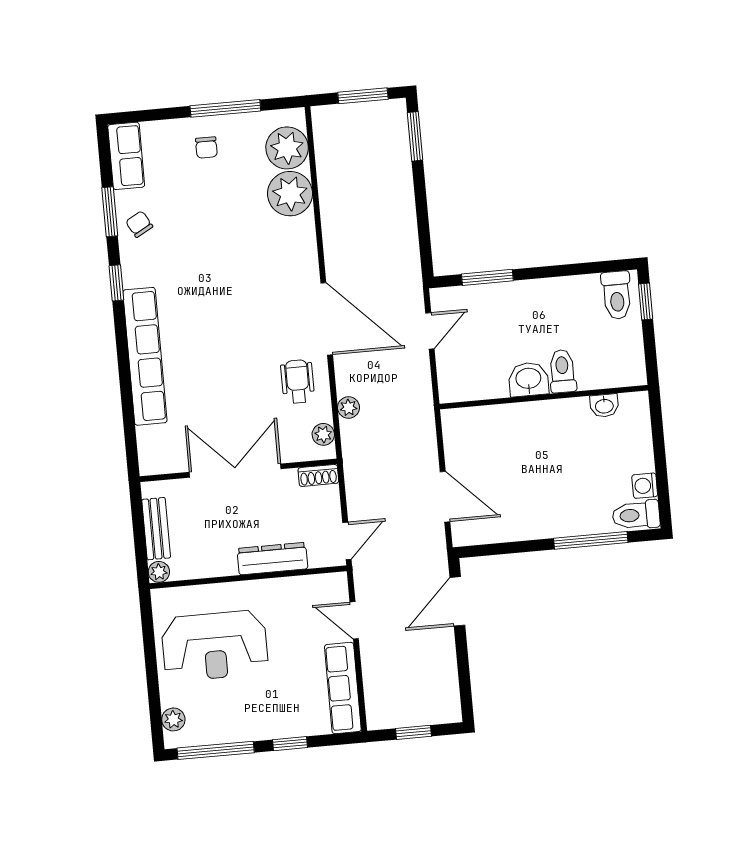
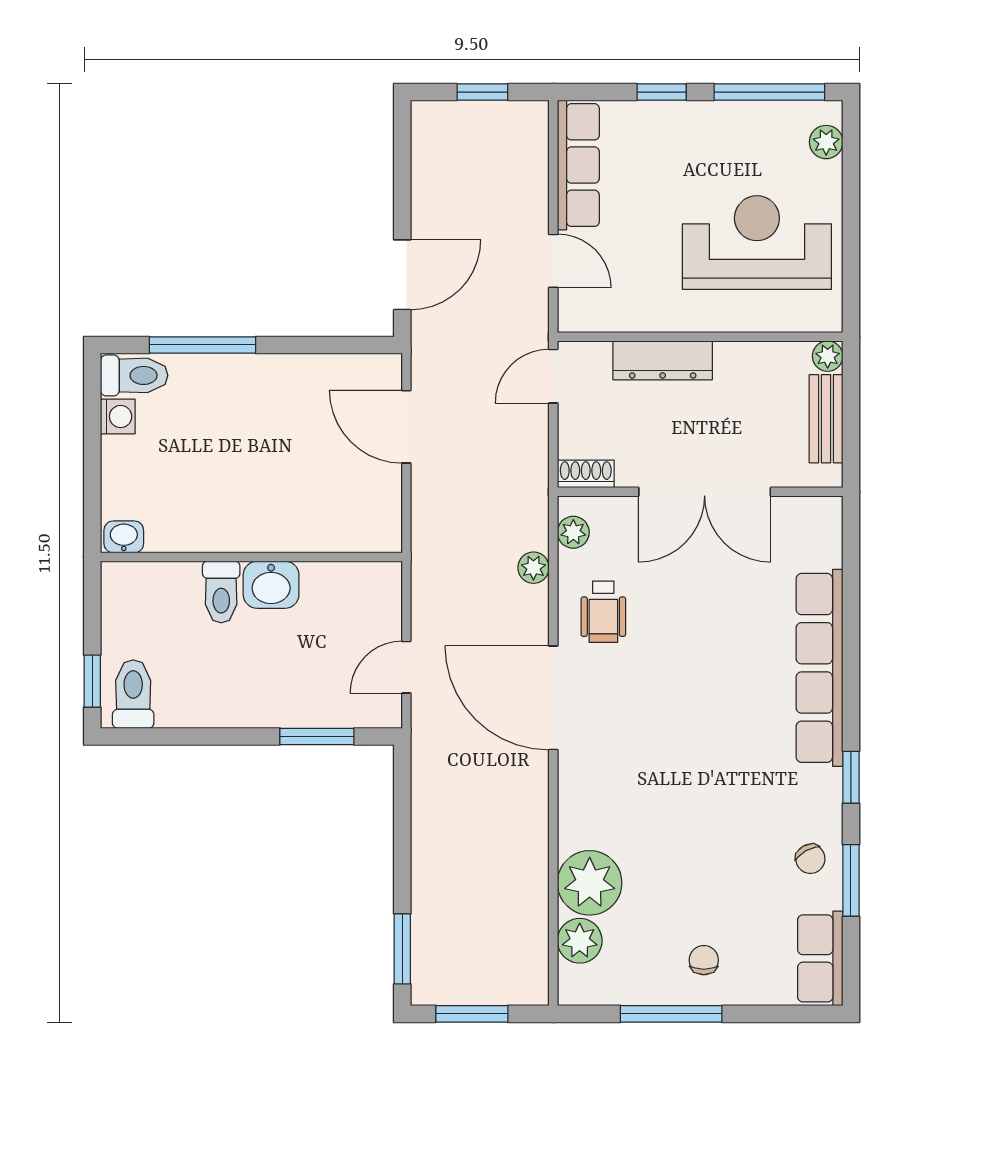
plant: (287, 148) -> (580, 941), width x0.73, depth x0.73
washbasin: (604, 406) -> (124, 537), moved

